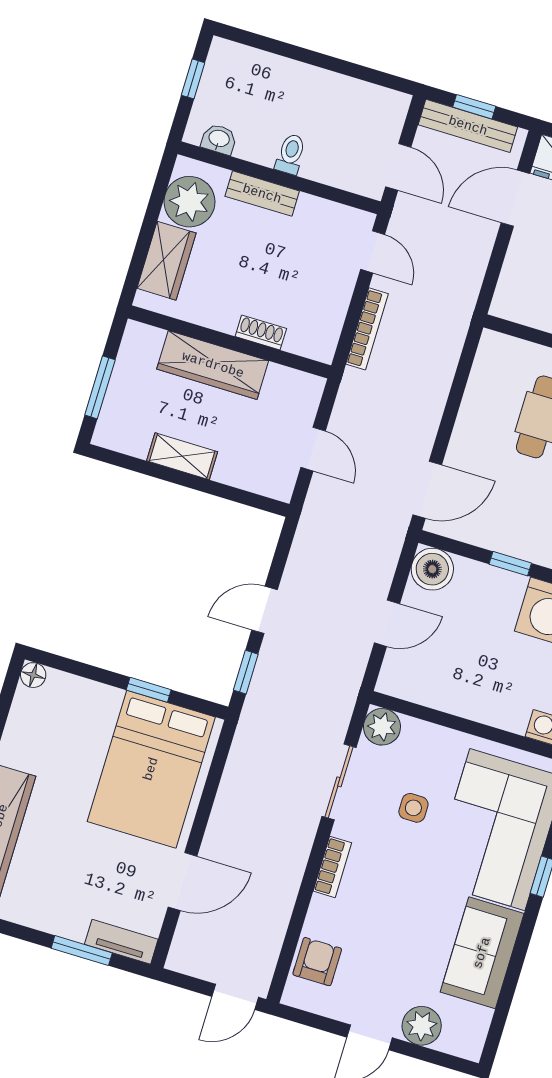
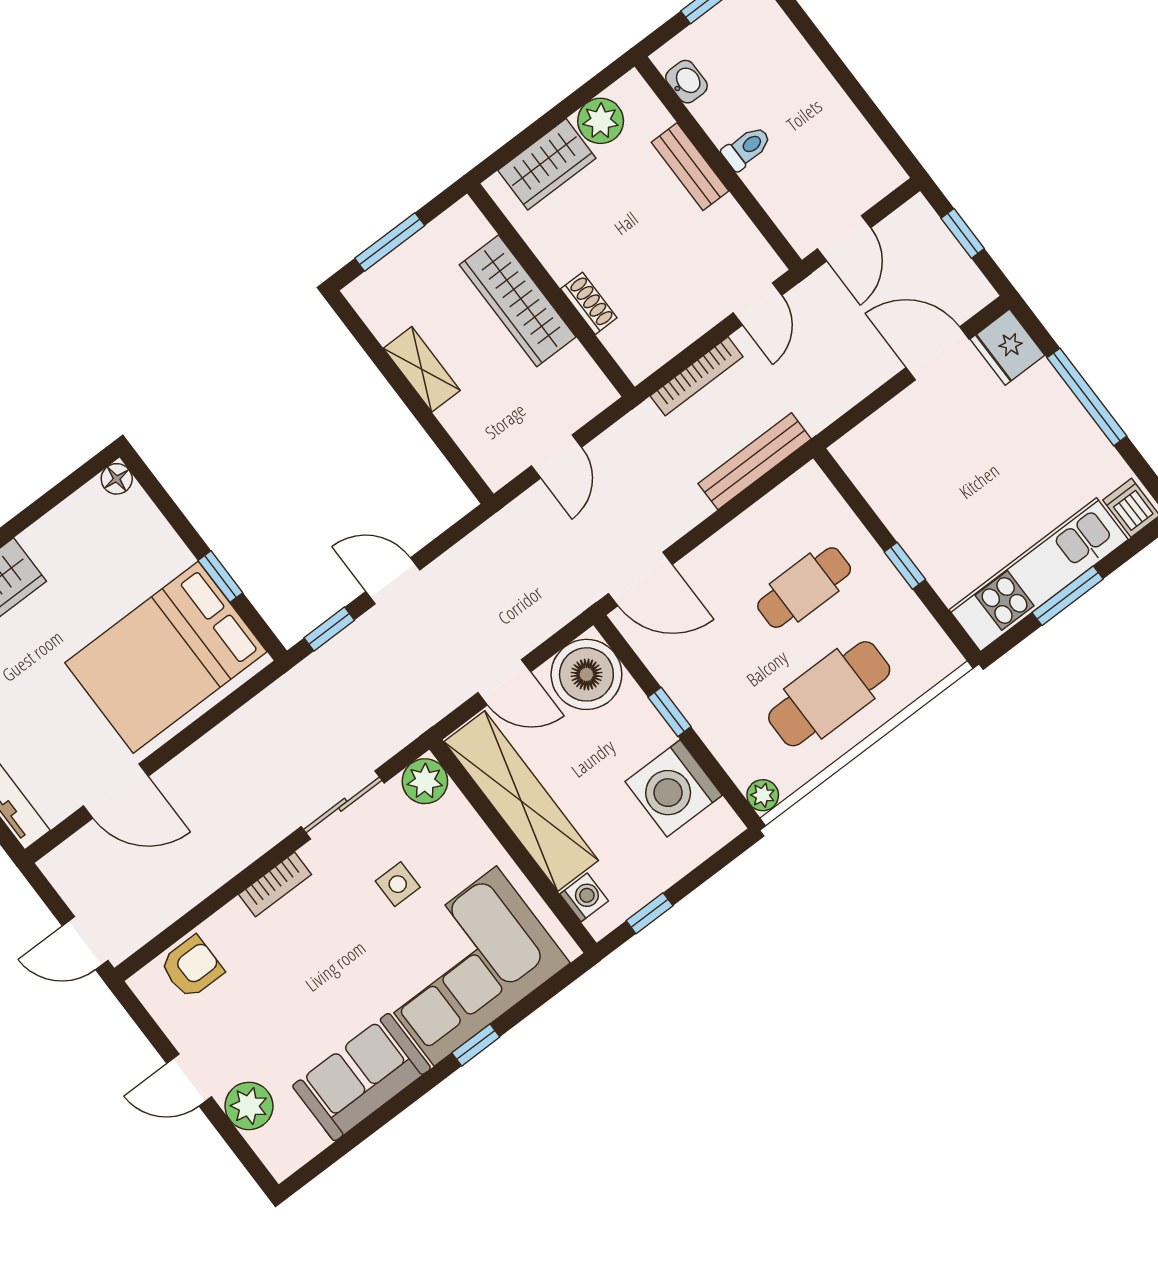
bench: (468, 126) -> (755, 461), moved, turned 90
plant: (189, 202) -> (601, 121), width x0.73, depth x0.73
boiler: (432, 569) -> (586, 674), width x1.37, depth x1.37
shelving: (455, 694) -> (521, 801), added

